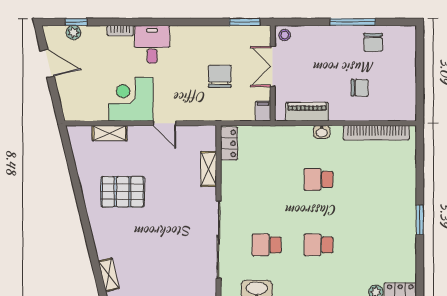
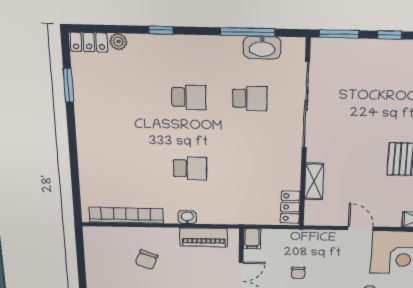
chair: (220, 76) -> (298, 273), width x0.54, depth x0.54
chair: (360, 88) -> (147, 260), turned -70
window: (420, 220) -> (68, 85), moved

